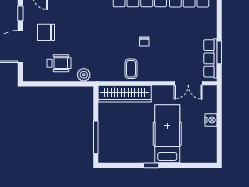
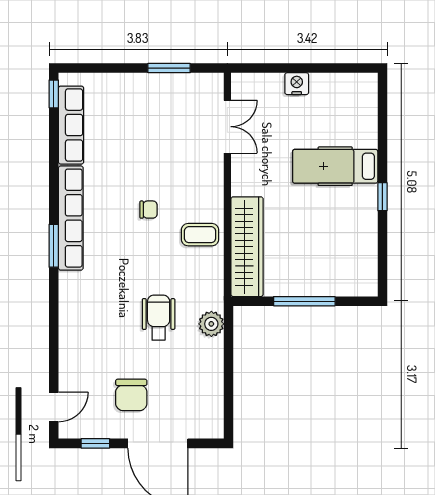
row of seats: (210, 58) -> (180, 85), removed
wheelchair: (59, 63) -> (159, 318), moved
hospital bed: (167, 134) -> (335, 166), width x0.73, depth x0.78
window: (96, 137) -> (304, 301), moved

